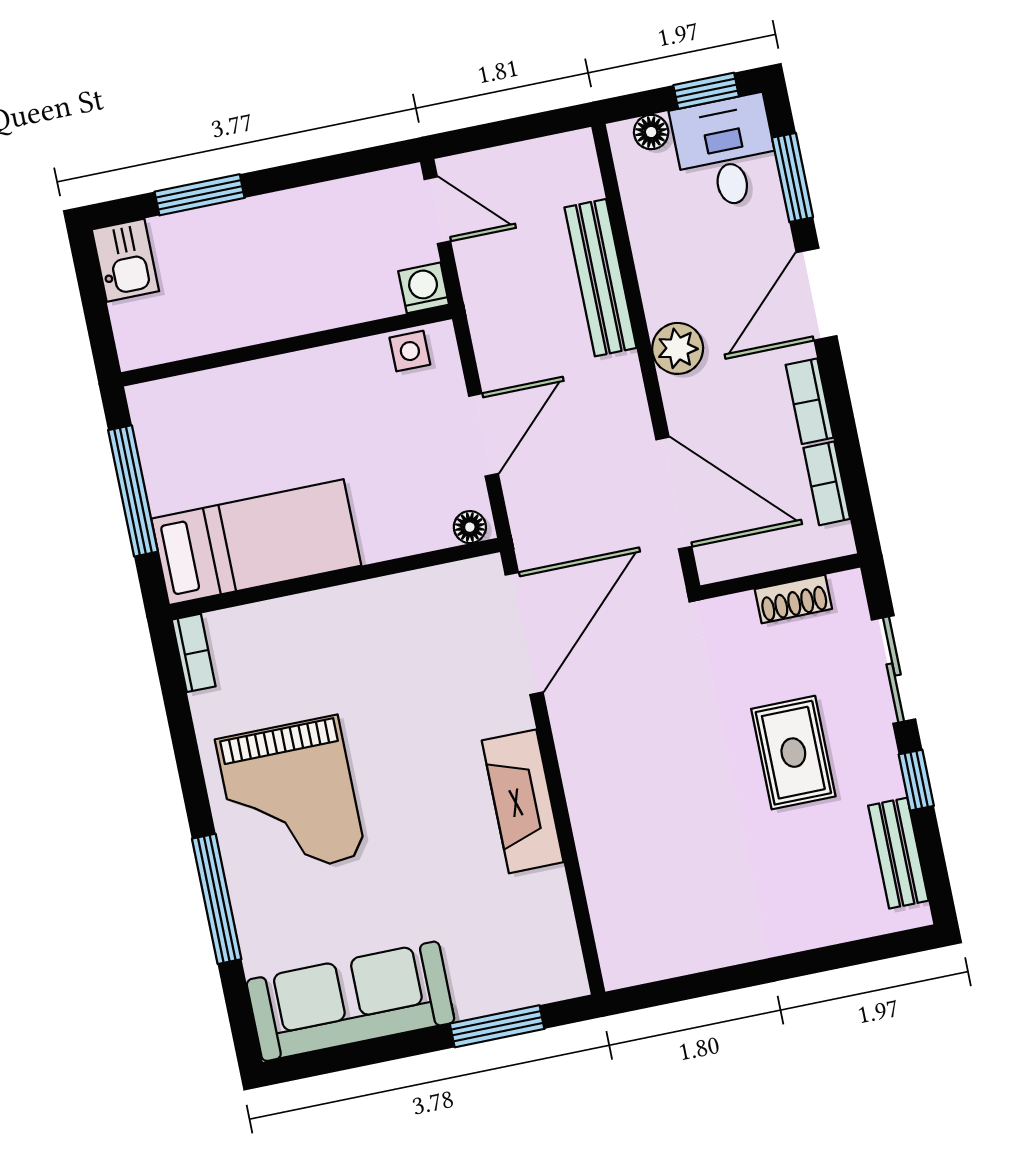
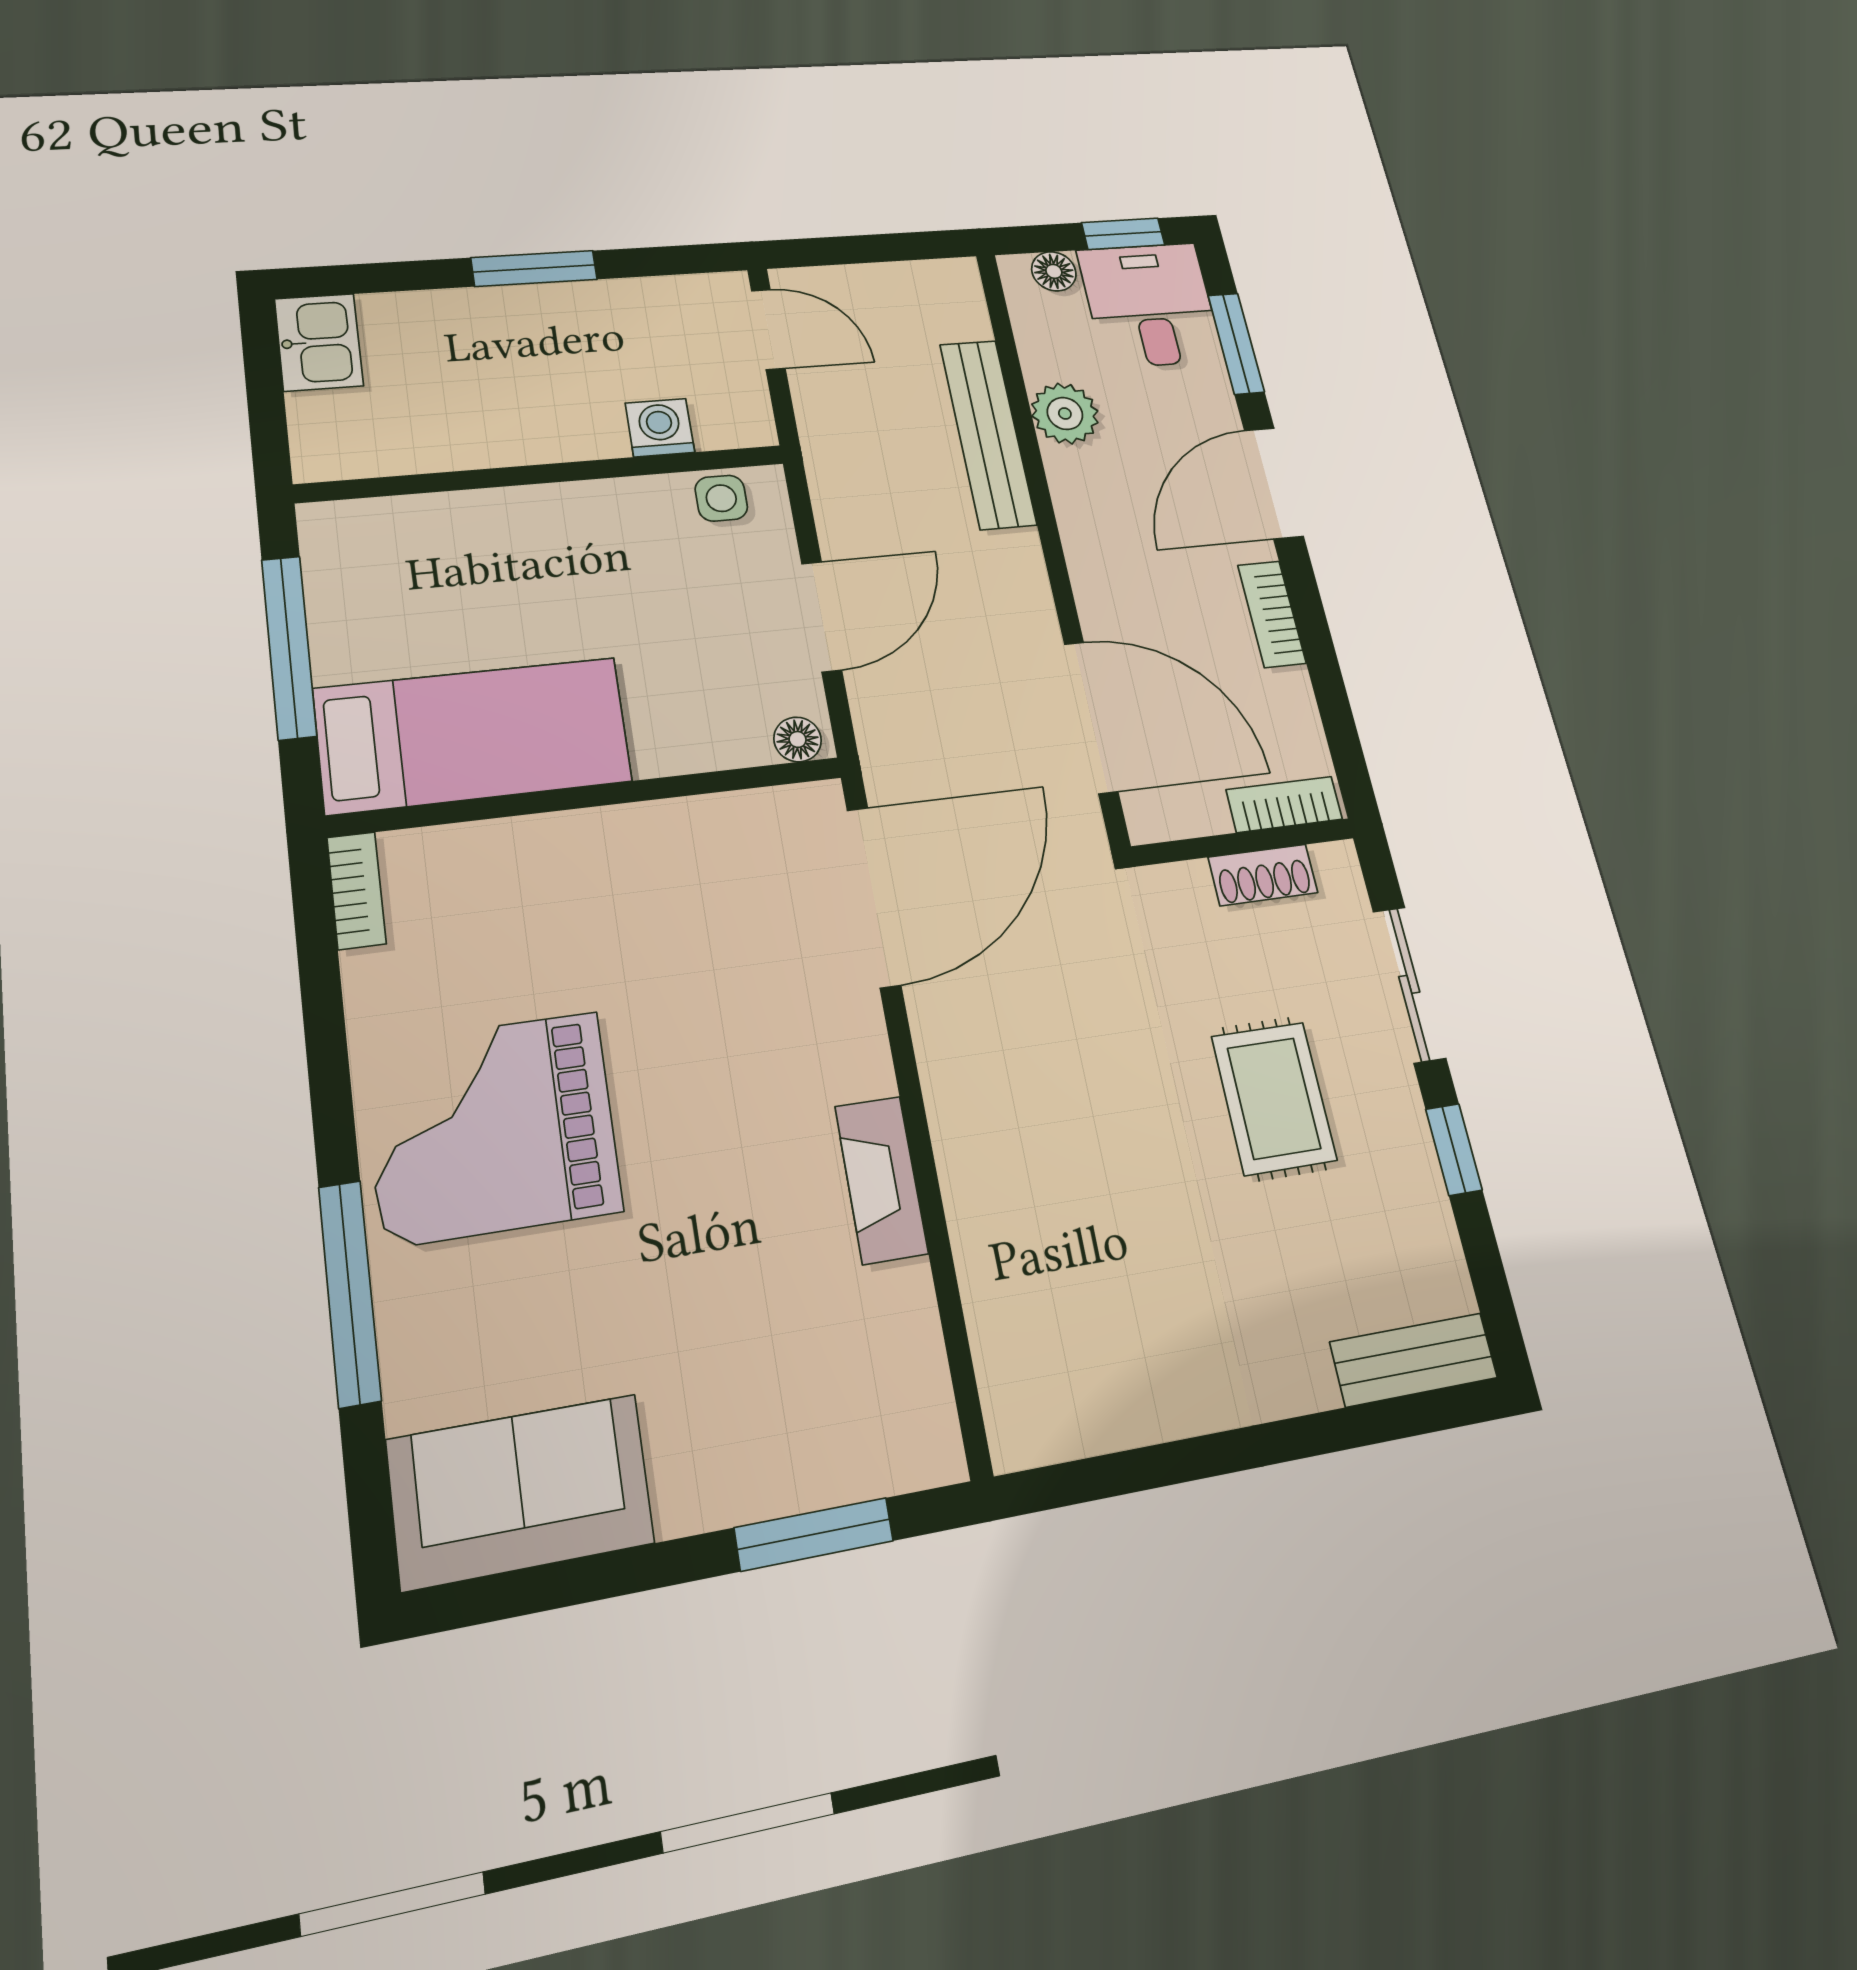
window: (200, 195) -> (534, 268), moved
washing machine: (424, 288) -> (660, 428), moved
plant: (678, 348) -> (1065, 414), moved
bookcase: (827, 483) -> (1284, 804), moved, turned 90
grand piano: (291, 798) -> (492, 1128), turned 90
fireplace: (523, 801) -> (881, 1180), width x0.73, depth x0.76
bench: (898, 853) -> (1414, 1360), moved, turned 90
sofa: (350, 1001) -> (520, 1491), width x0.73

